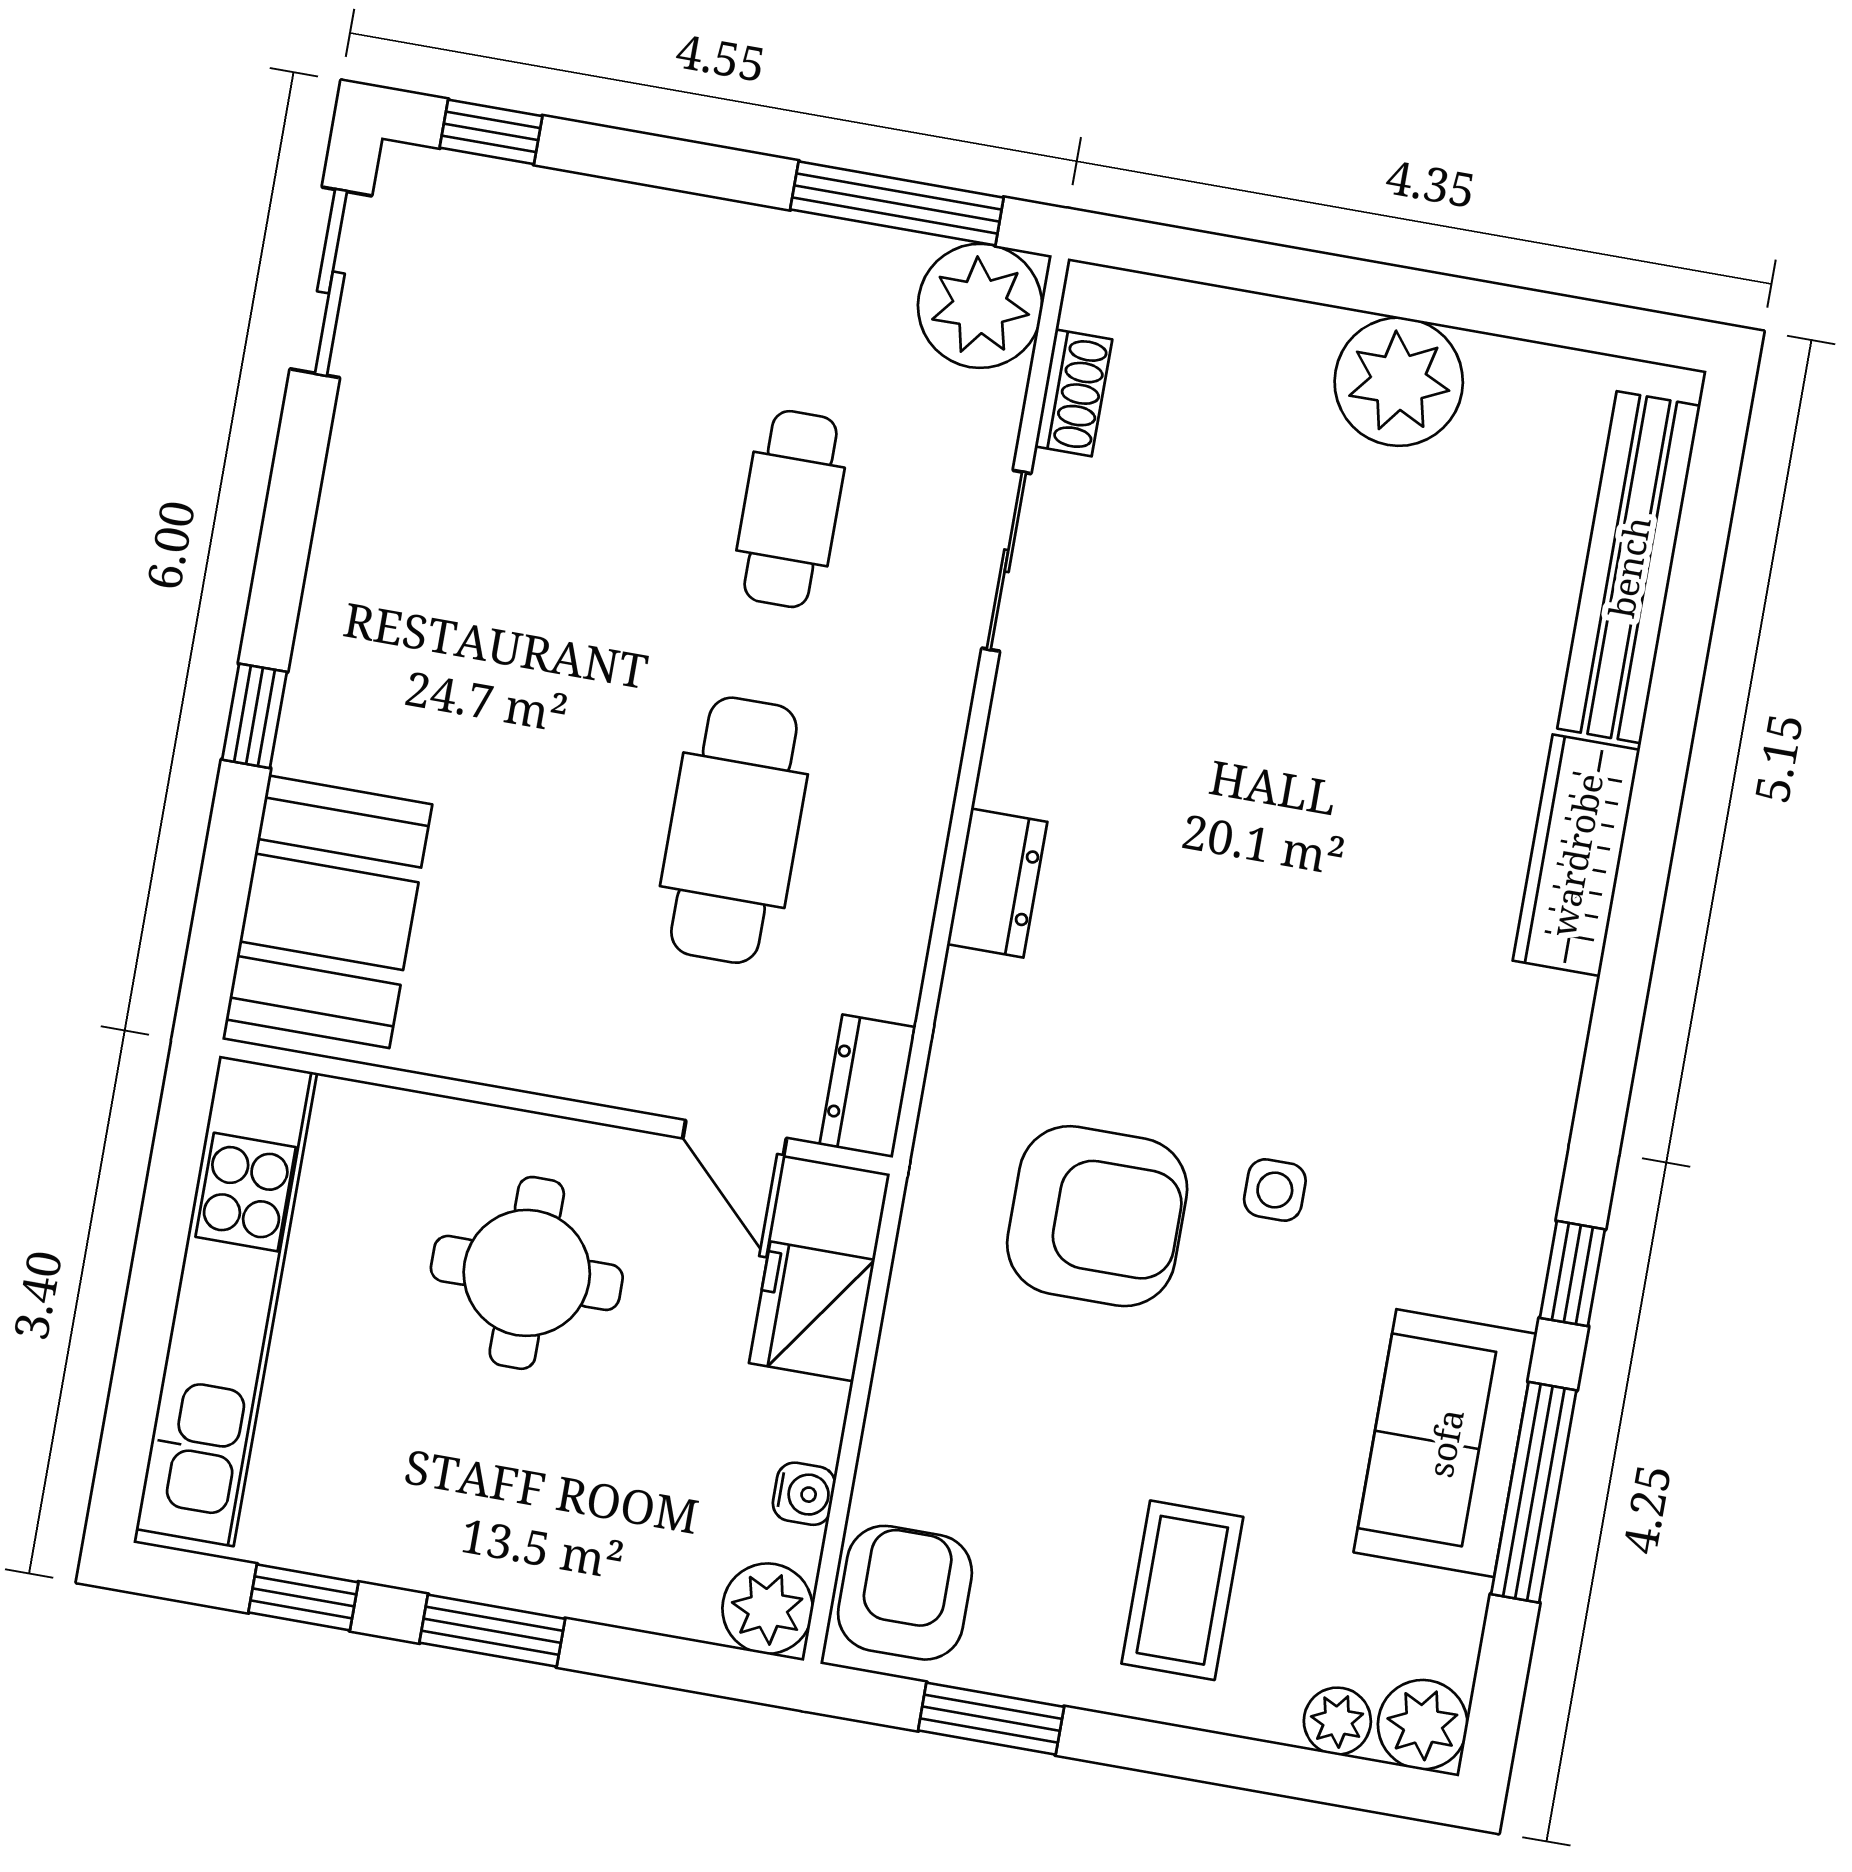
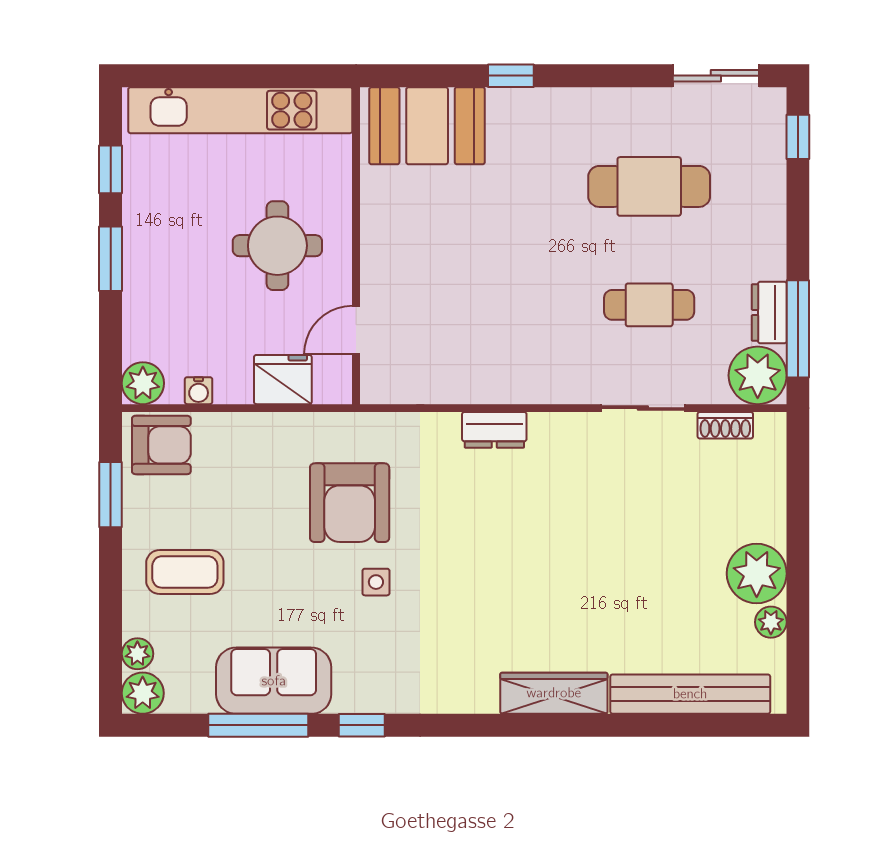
plant: (1507, 370) -> (771, 622), added
cafe table: (734, 830) -> (649, 186), moved
dresser: (868, 1086) -> (769, 313), moved, turned -90

